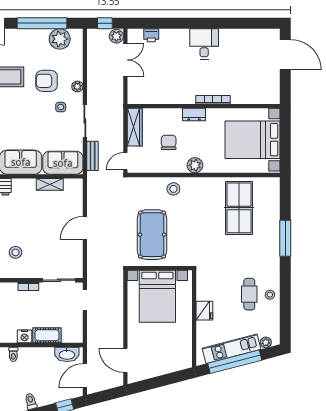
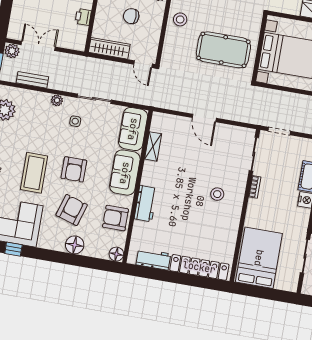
printer: (151, 35) -> (83, 17), moved, turned 180
armchair: (47, 81) -> (74, 169), moved
bench: (93, 156) -> (32, 80), moved

